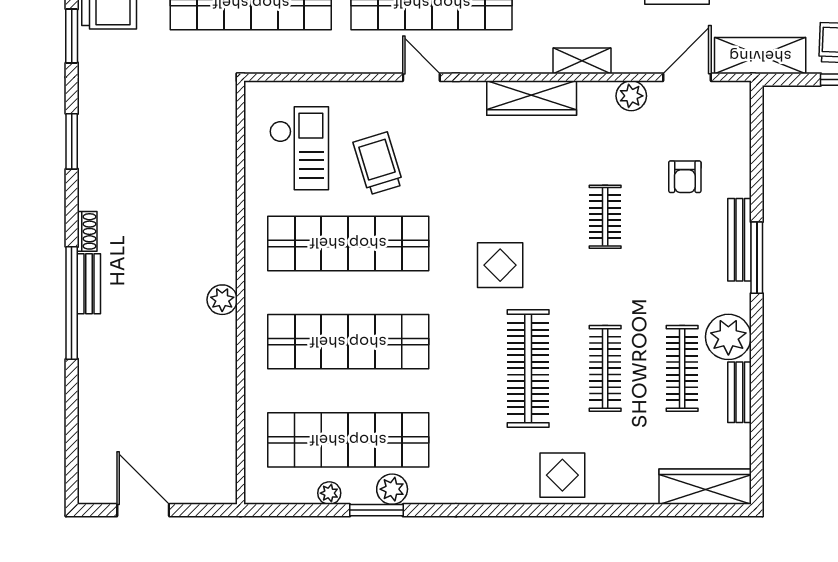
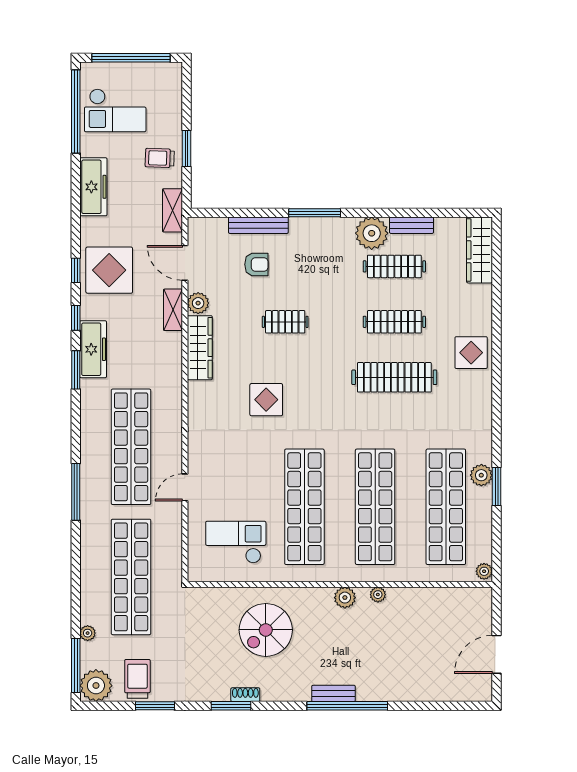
shelving: (760, 56) -> (172, 210), width x0.67, depth x0.75
shelving: (582, 61) -> (173, 310), moved
door: (421, 77) -> (185, 487), moved
wardrobe: (532, 98) -> (200, 348), moved
trolley: (378, 163) -> (247, 485), removed
spiral stairs: (177, 190) -> (266, 630), added
shoe rack: (87, 231) -> (245, 695), moved
bench: (739, 240) -> (258, 225), moved
display table: (500, 265) -> (266, 400), moved
plant: (226, 346) -> (378, 595), added
plant: (329, 493) -> (484, 571), moved

